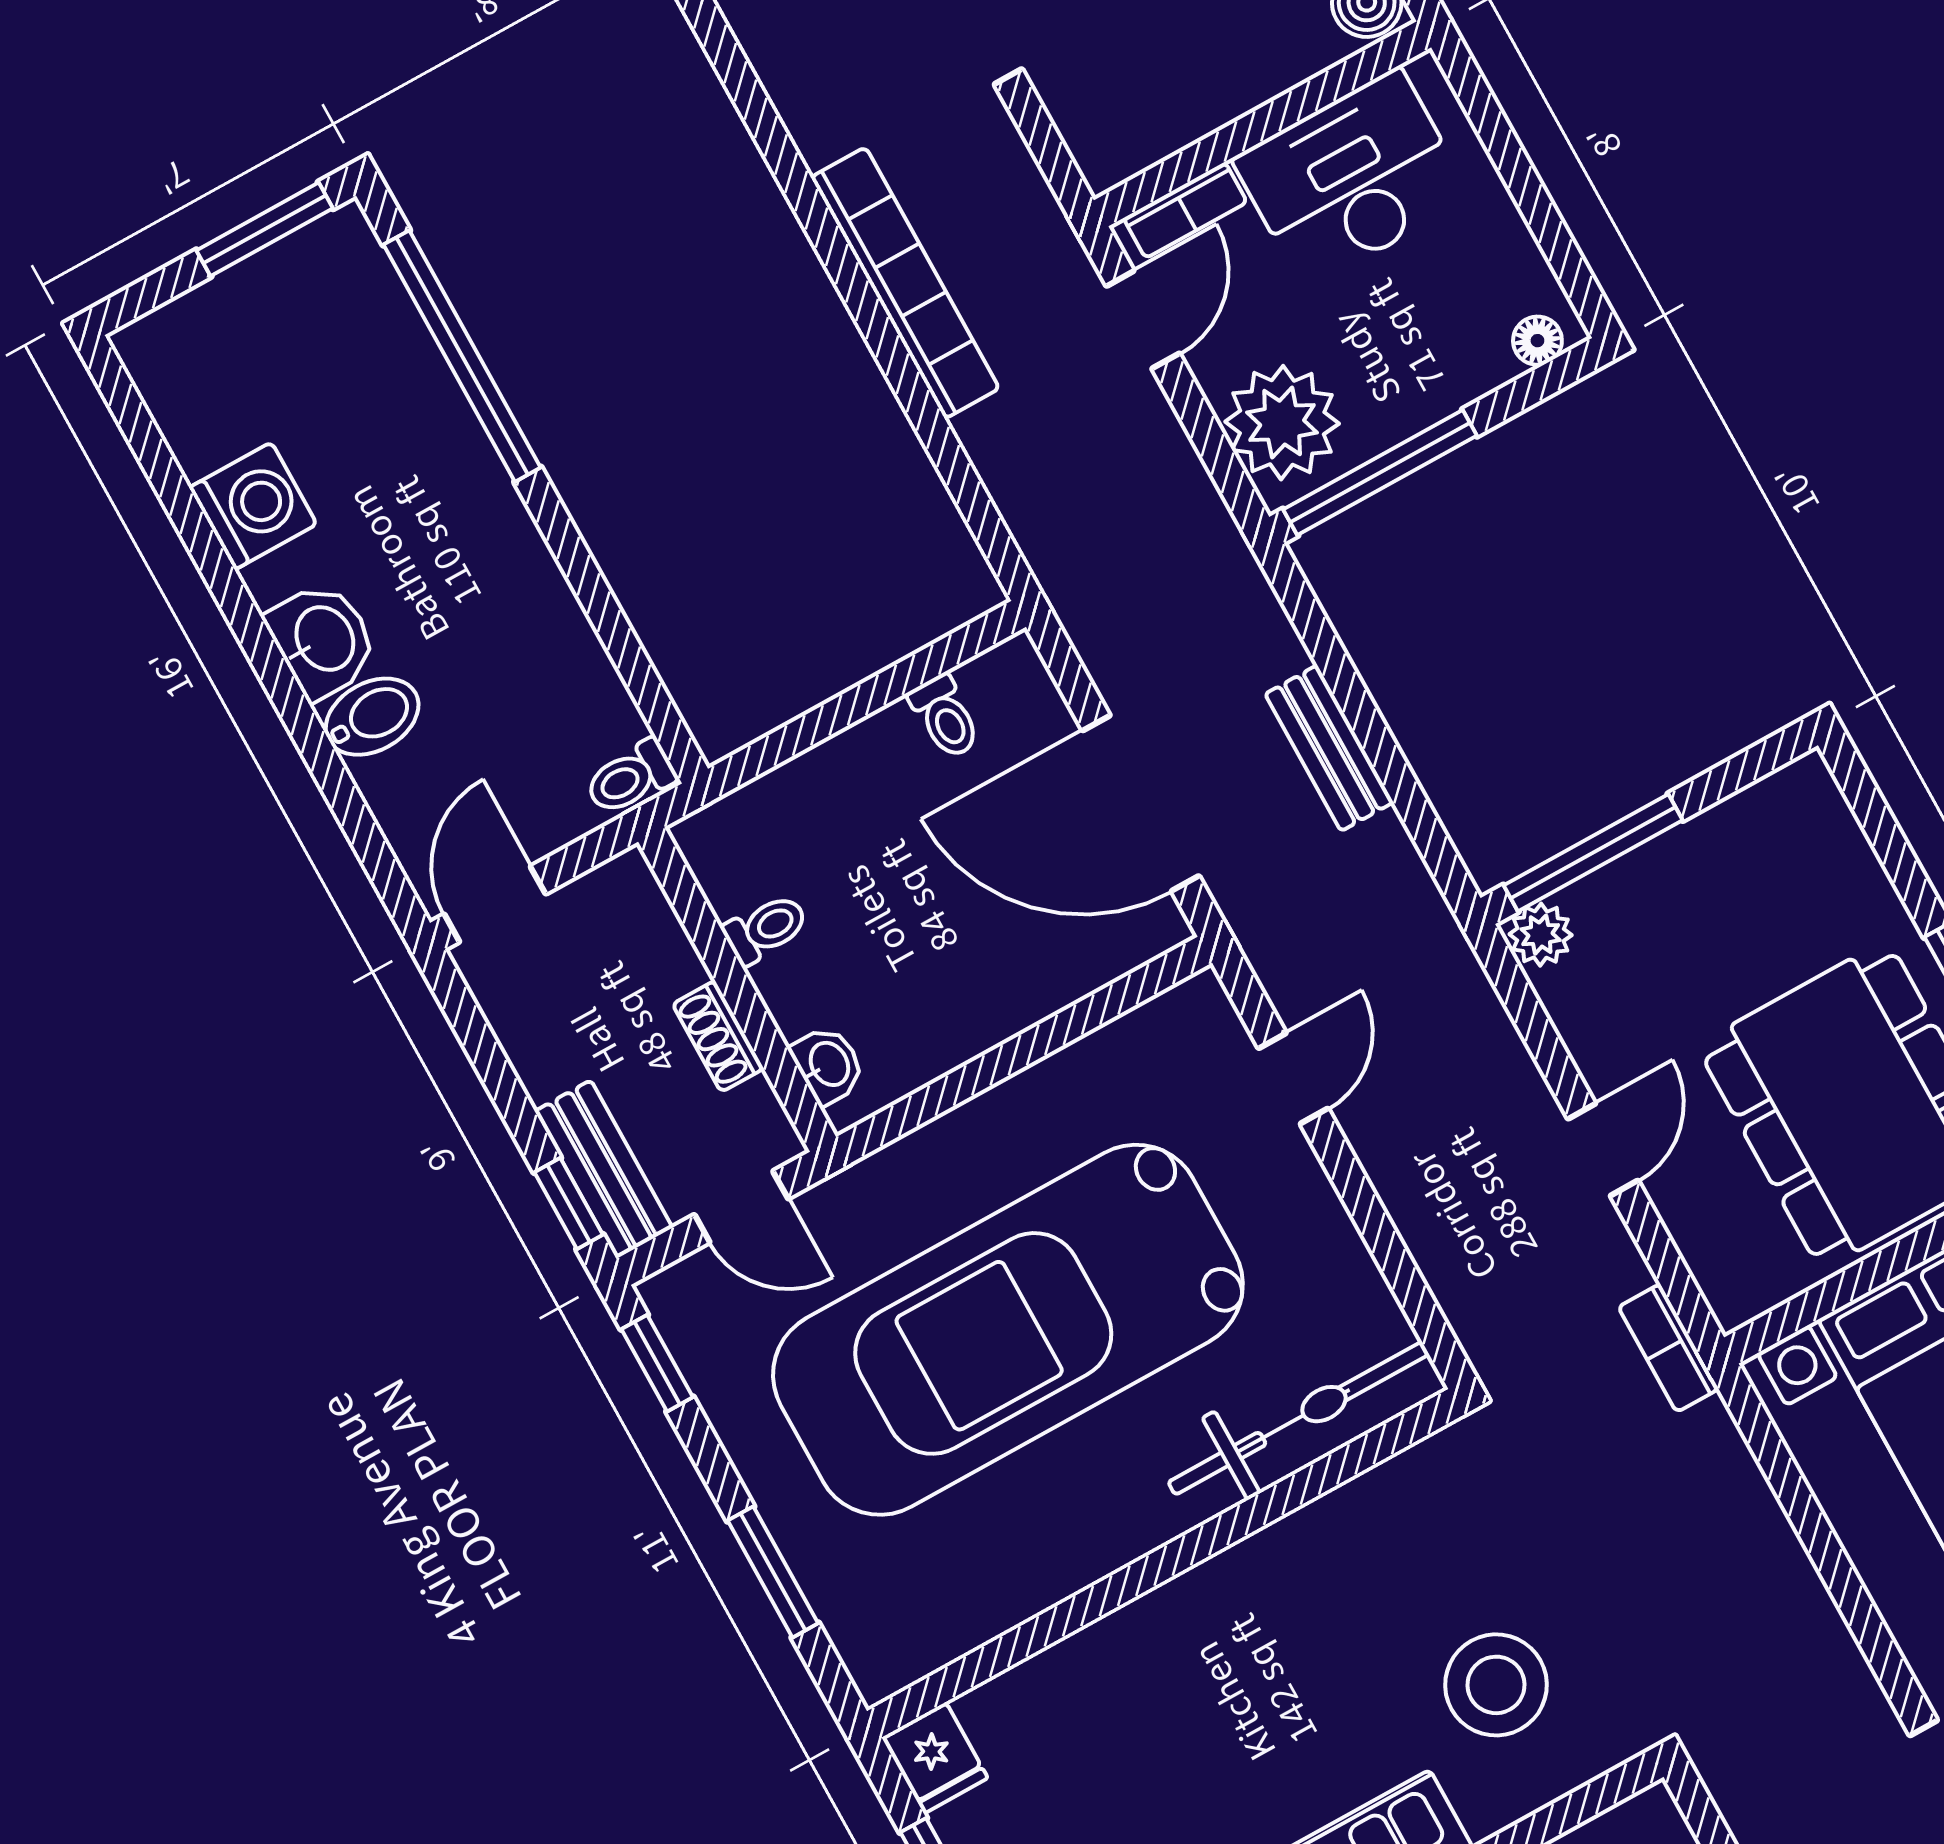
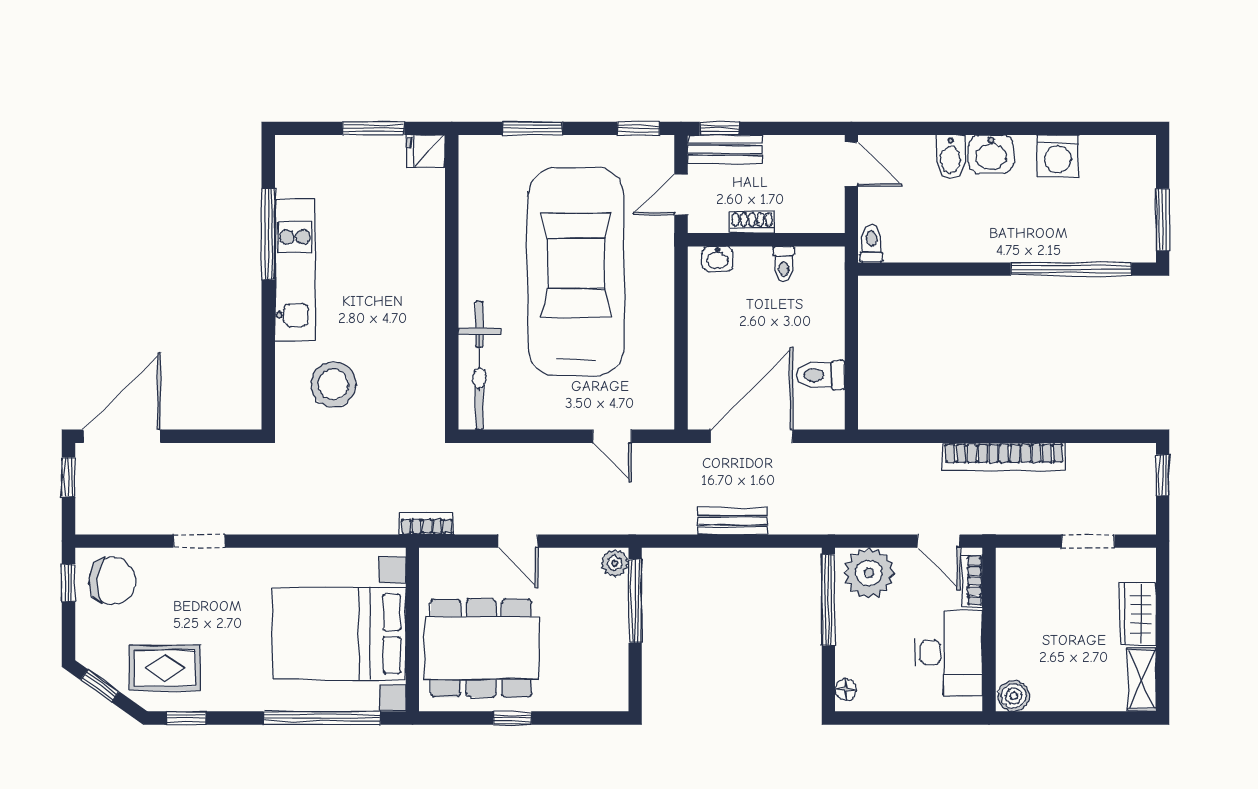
toilet: (945, 717) -> (821, 375), width x1.37, depth x1.39

